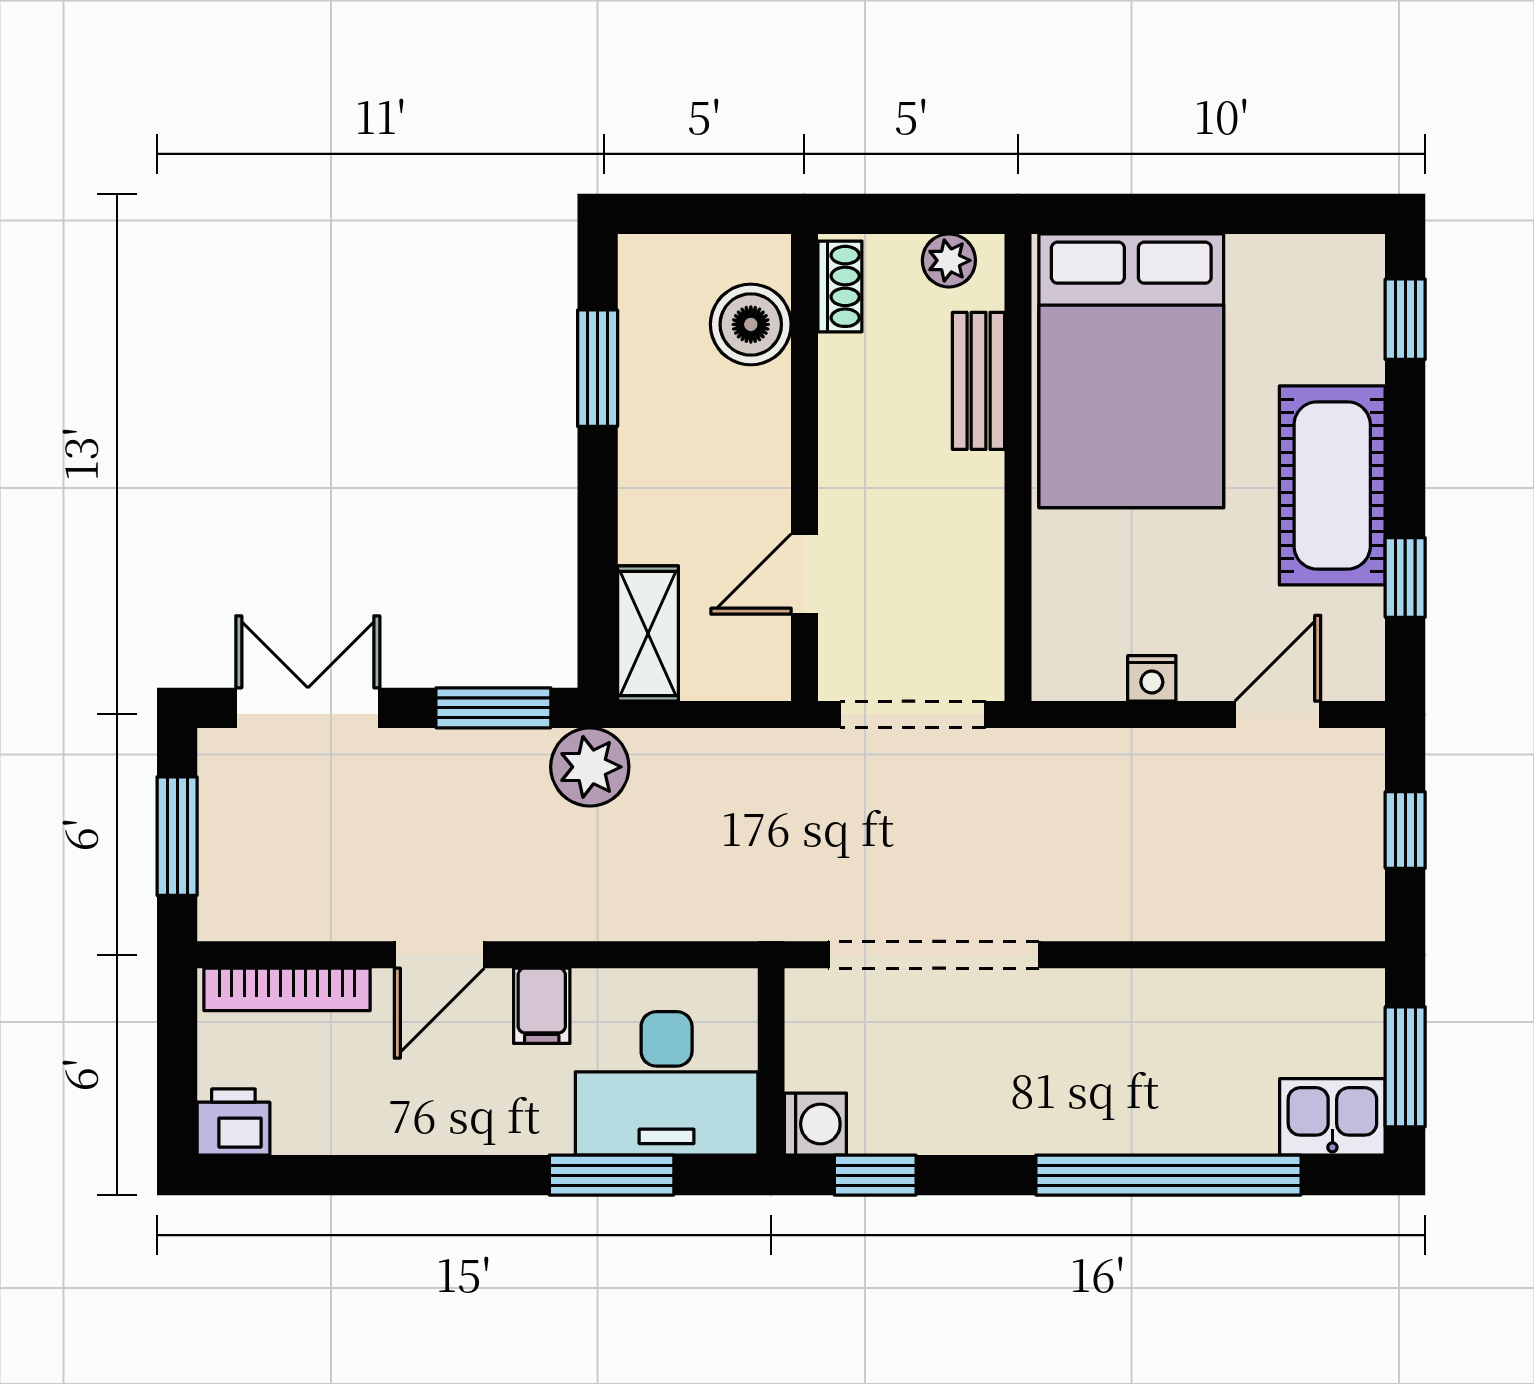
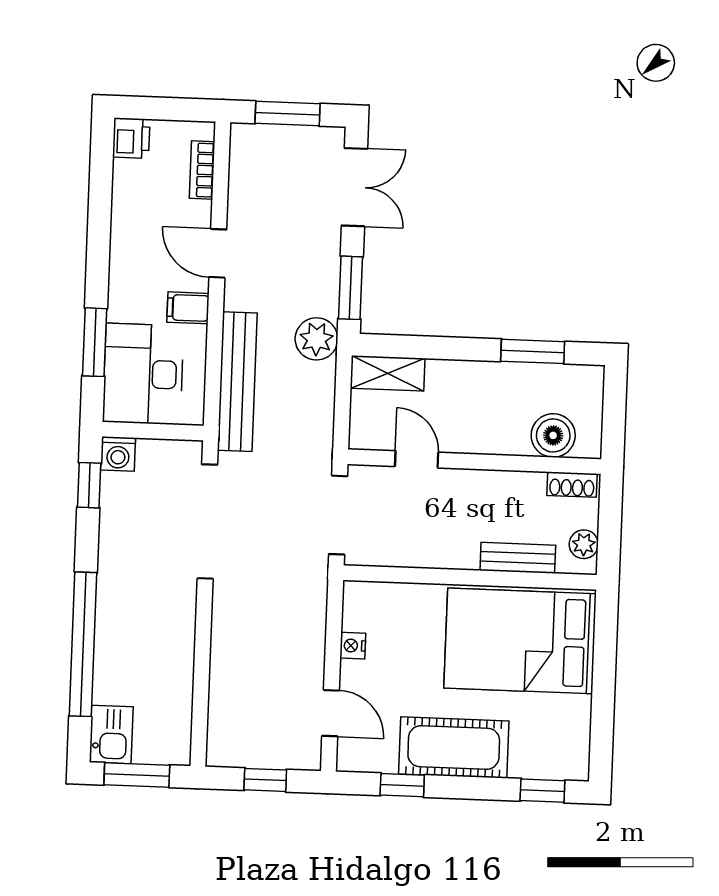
bench: (674, 910) -> (237, 382), added
bookcase: (287, 989) -> (202, 170), width x0.64

